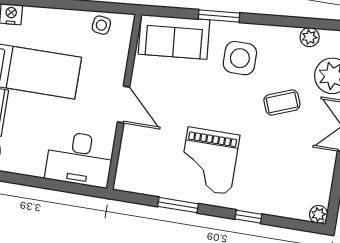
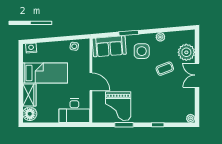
plant: (310, 37) -> (160, 37), moved
grand piano: (209, 161) -> (118, 106), moved

